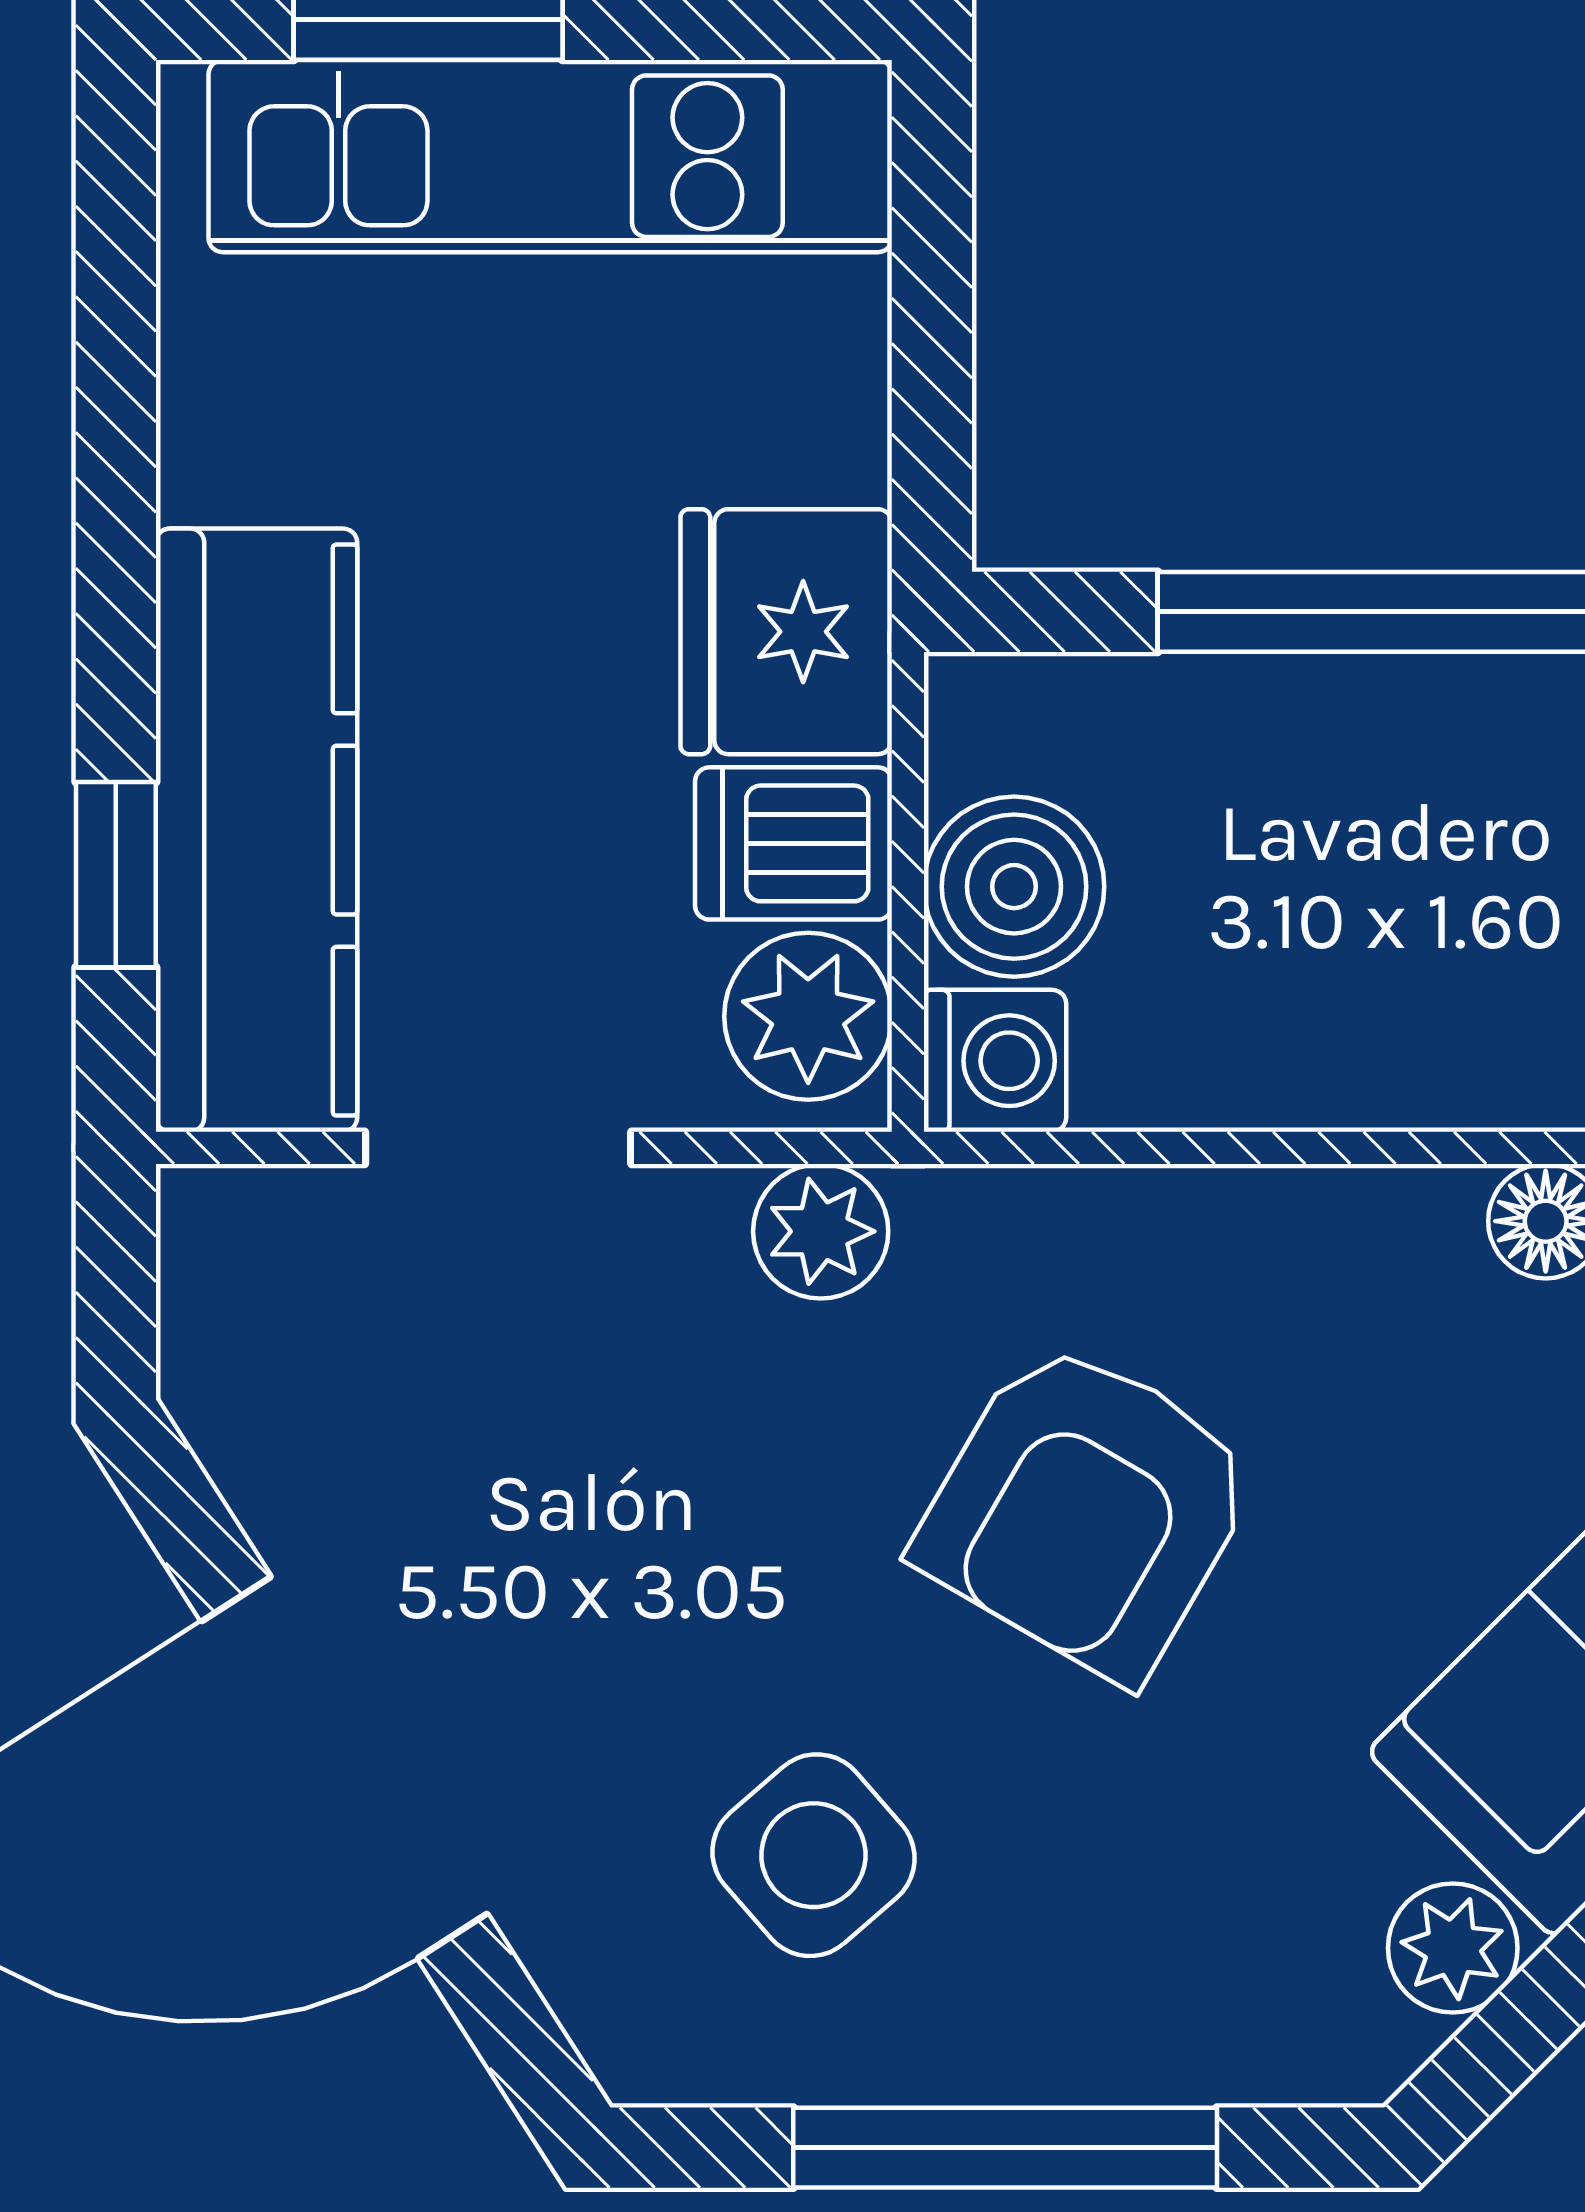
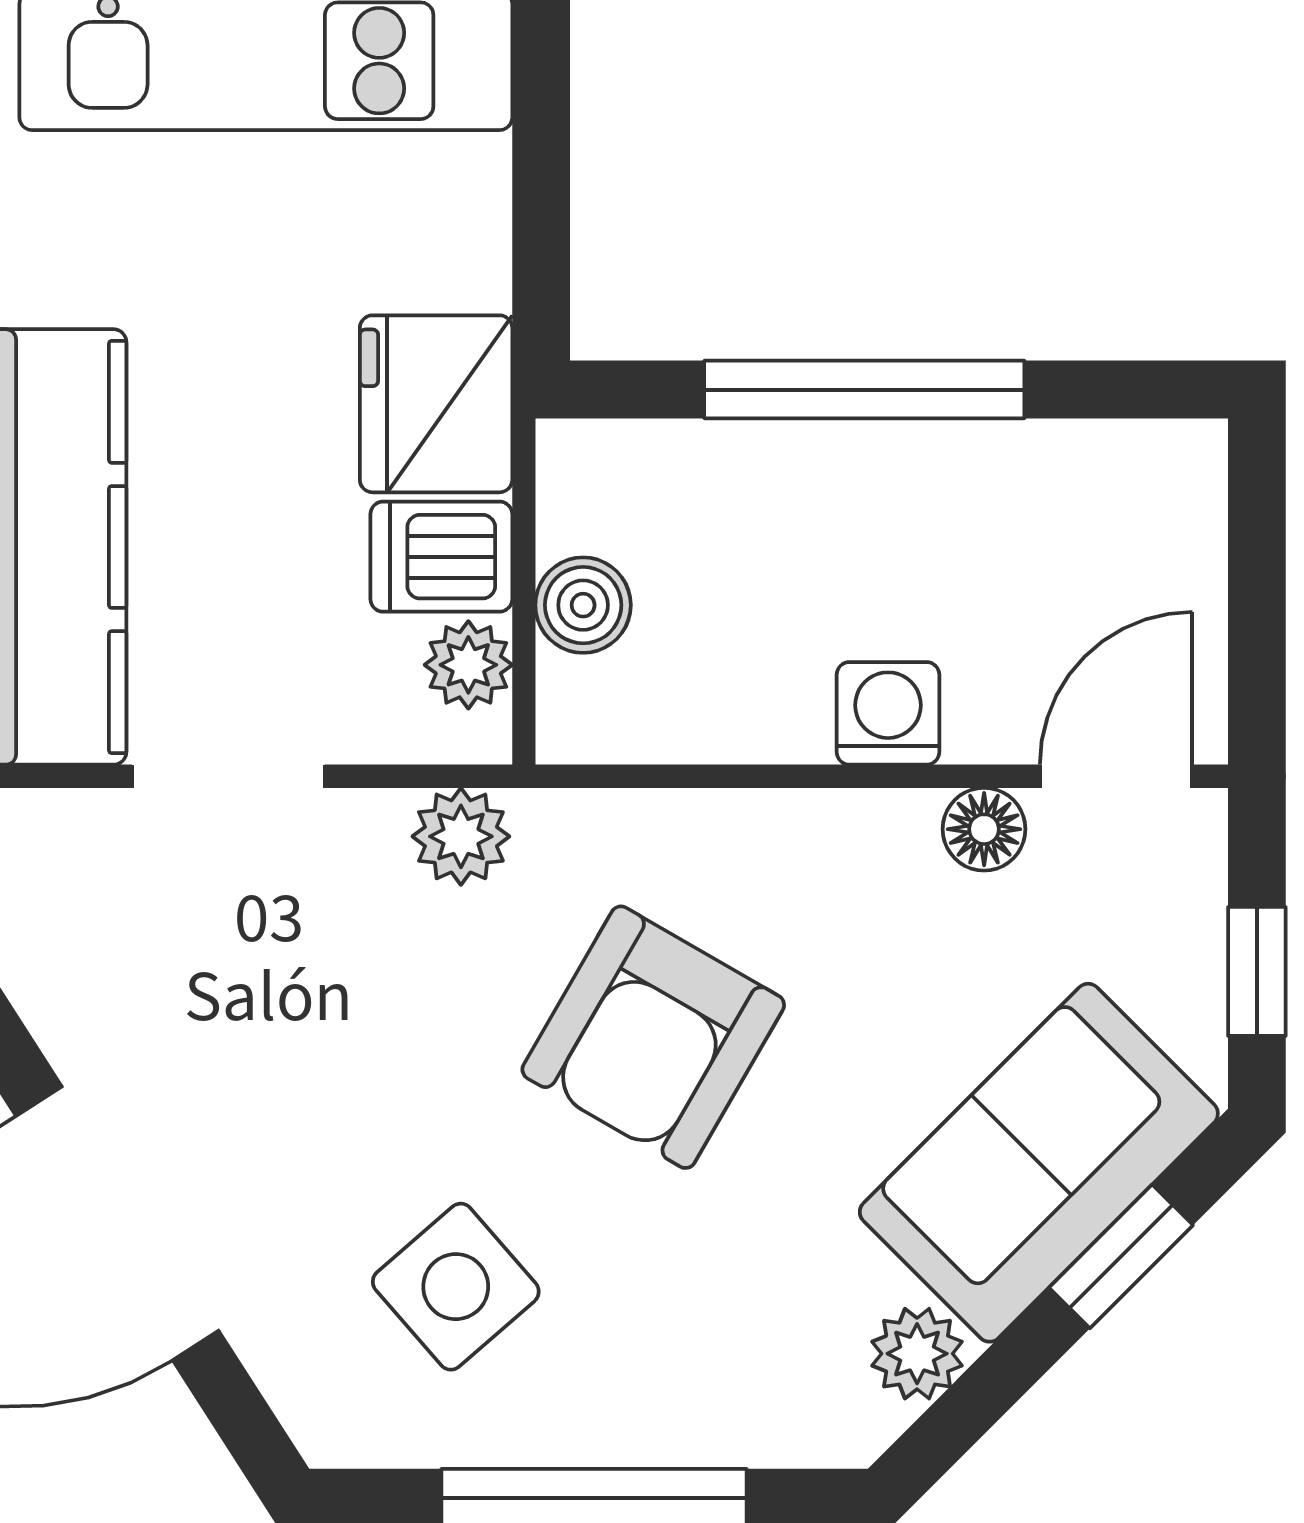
boiler: (1014, 887) -> (583, 605), width x0.73, depth x0.73
plant: (808, 1016) -> (468, 665), width x0.73, depth x0.73
washing machine: (995, 1061) -> (888, 713), moved, turned -90

